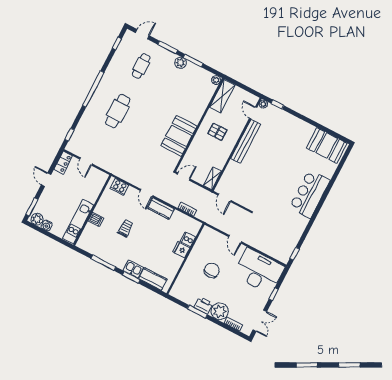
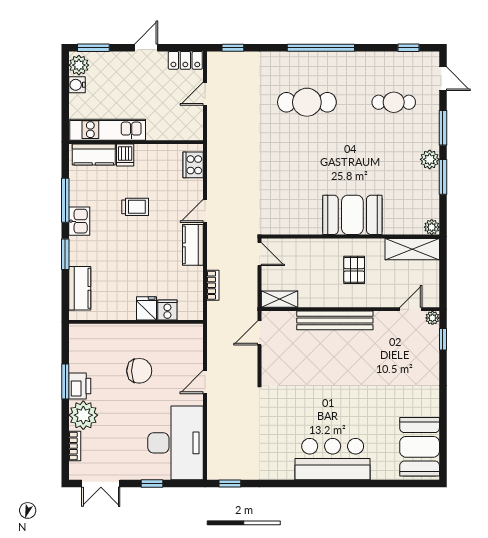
booth: (179, 136) -> (352, 215), moved
bench: (246, 141) -> (335, 320), moved
kitchen counter: (87, 236) -> (94, 155), added
kitchen sink: (133, 269) -> (79, 221), moved

